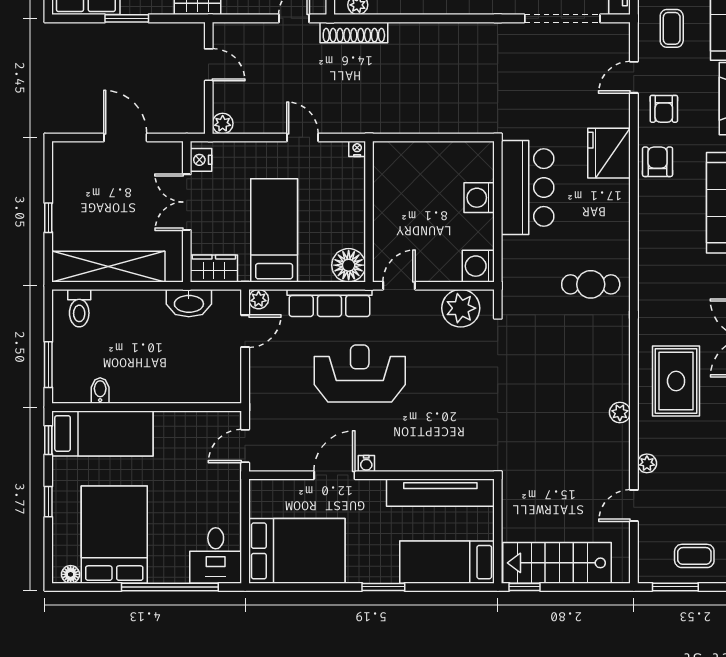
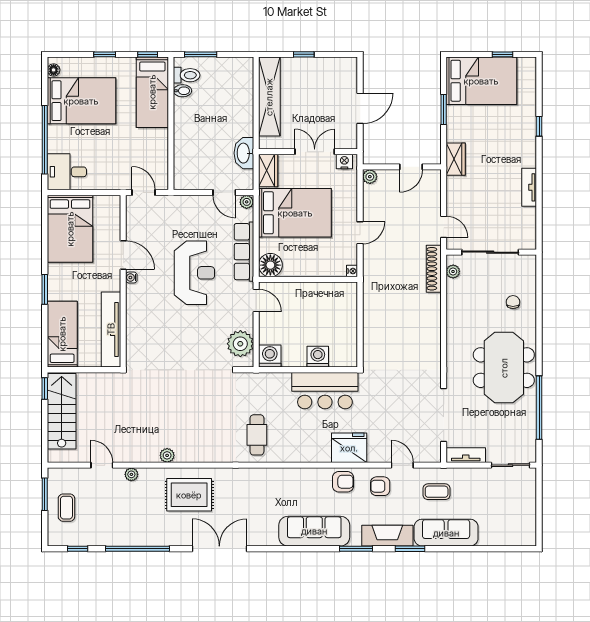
bed: (274, 230) -> (295, 213), width x1.50
toilet: (79, 308) -> (187, 75), moved, turned 180

